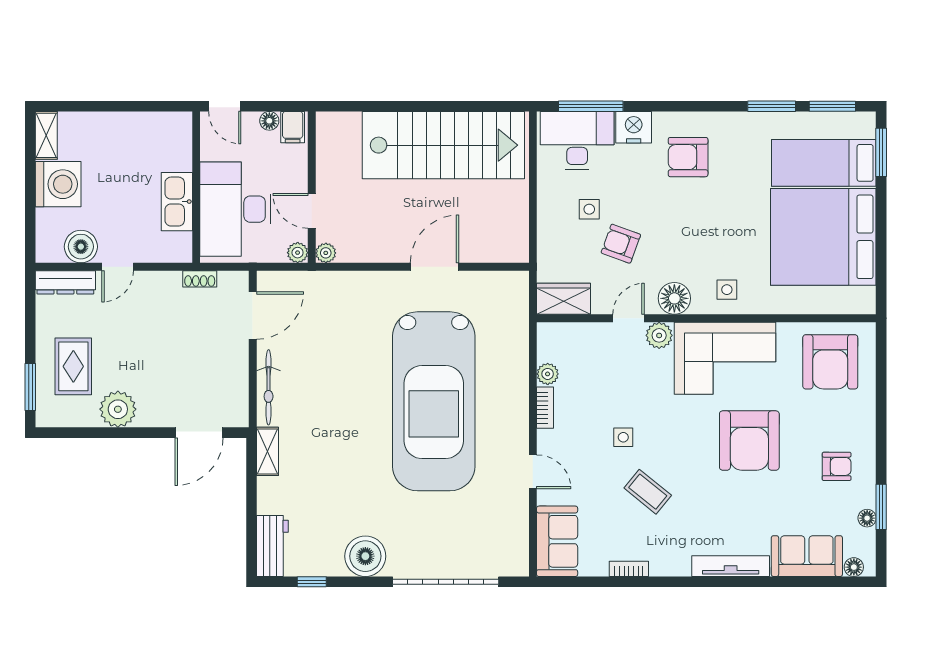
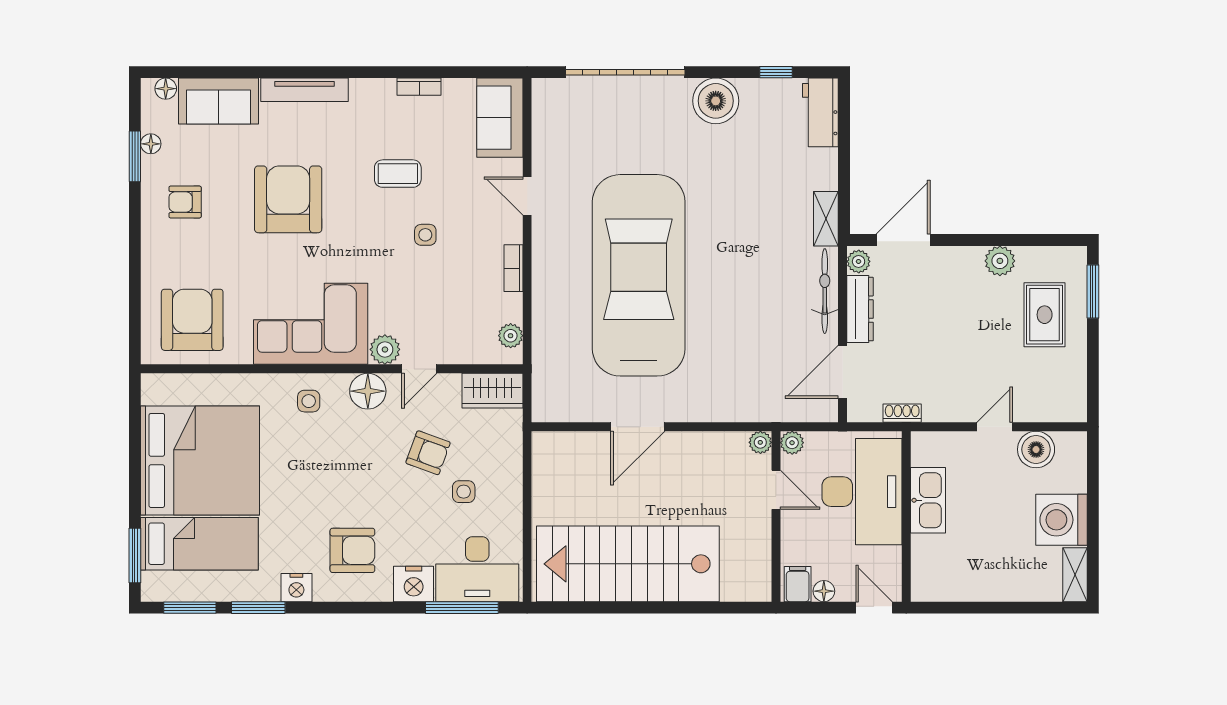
nightstand: (738, 124) -> (296, 588), added
dresser: (65, 282) -> (860, 309), moved, turned 90
plant: (548, 374) -> (511, 336), moved
plant: (118, 409) -> (1000, 261), width x0.73, depth x0.73
plant: (239, 414) -> (859, 261), added
armchair: (749, 441) -> (288, 199), moved
coffee table: (648, 492) -> (398, 174), turned -39

